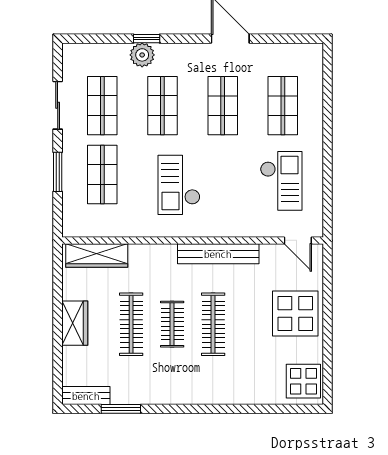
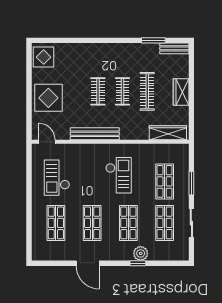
clothes rail: (213, 324) -> (98, 91), width x0.73

